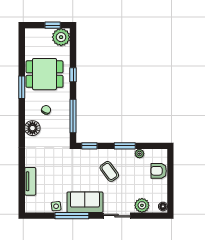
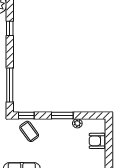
window: (73, 75) -> (10, 28), moved
coffee table: (109, 171) -> (29, 131), moved

